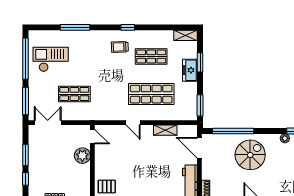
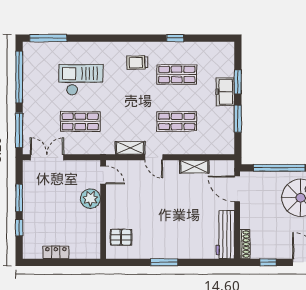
window: (75, 27) -> (48, 38), moved
window: (128, 27) -> (175, 38), moved
shelving: (186, 35) -> (130, 148), moved
checkout: (51, 59) -> (81, 80), moved
shop shelf: (151, 94) -> (177, 121), width x0.70, depth x0.74
window: (200, 105) -> (238, 119), moved

